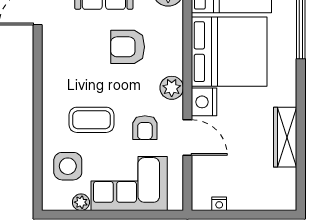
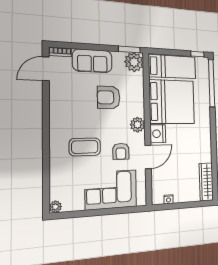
door: (187, 137) -> (148, 157), hinge flipped
wardrobe: (285, 137) -> (206, 182), moved
side table: (68, 166) -> (68, 180), removed
plant: (81, 202) -> (55, 207), moved

